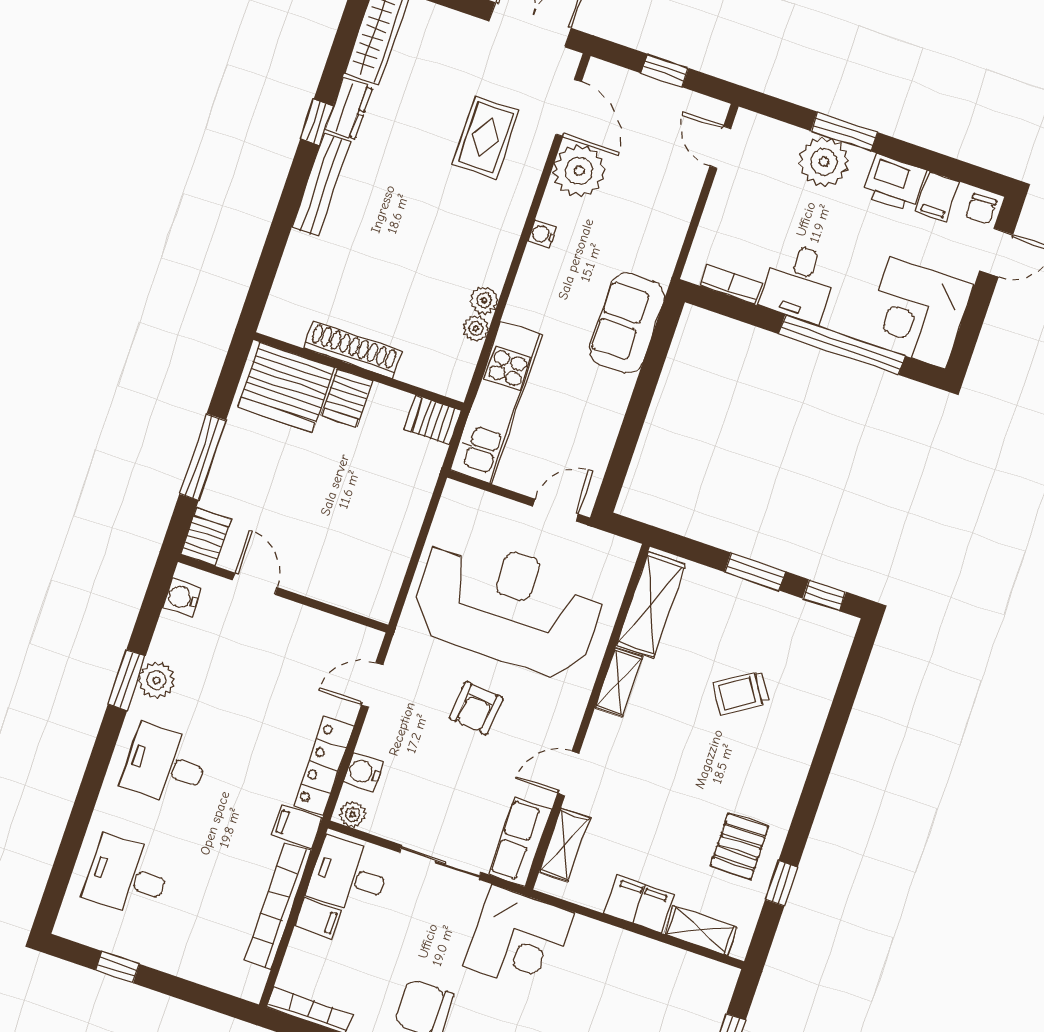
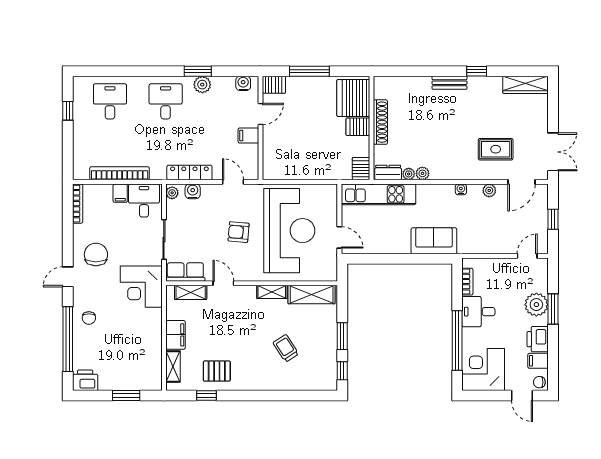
dresser: (349, 108) -> (388, 172), moved, turned 180
plant: (579, 171) -> (489, 190), width x0.53, depth x0.53
bench: (321, 185) -> (449, 83), width x0.73
filing cabinet: (297, 827) -> (248, 135), moved, turned -90

